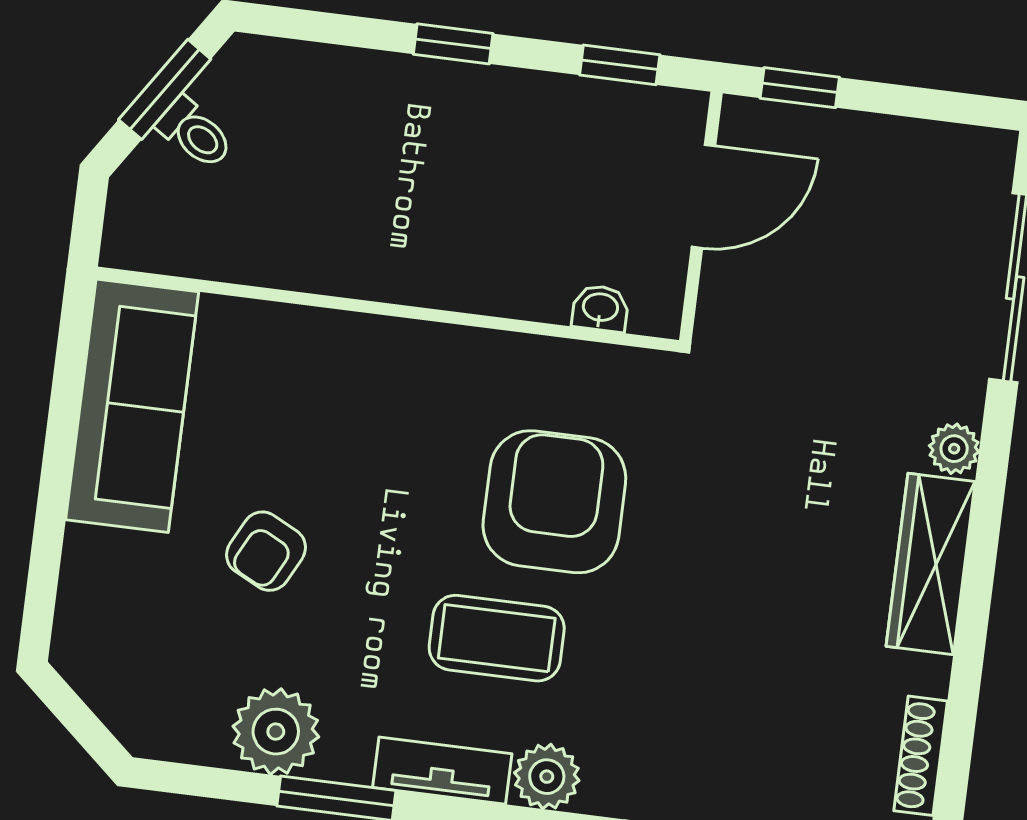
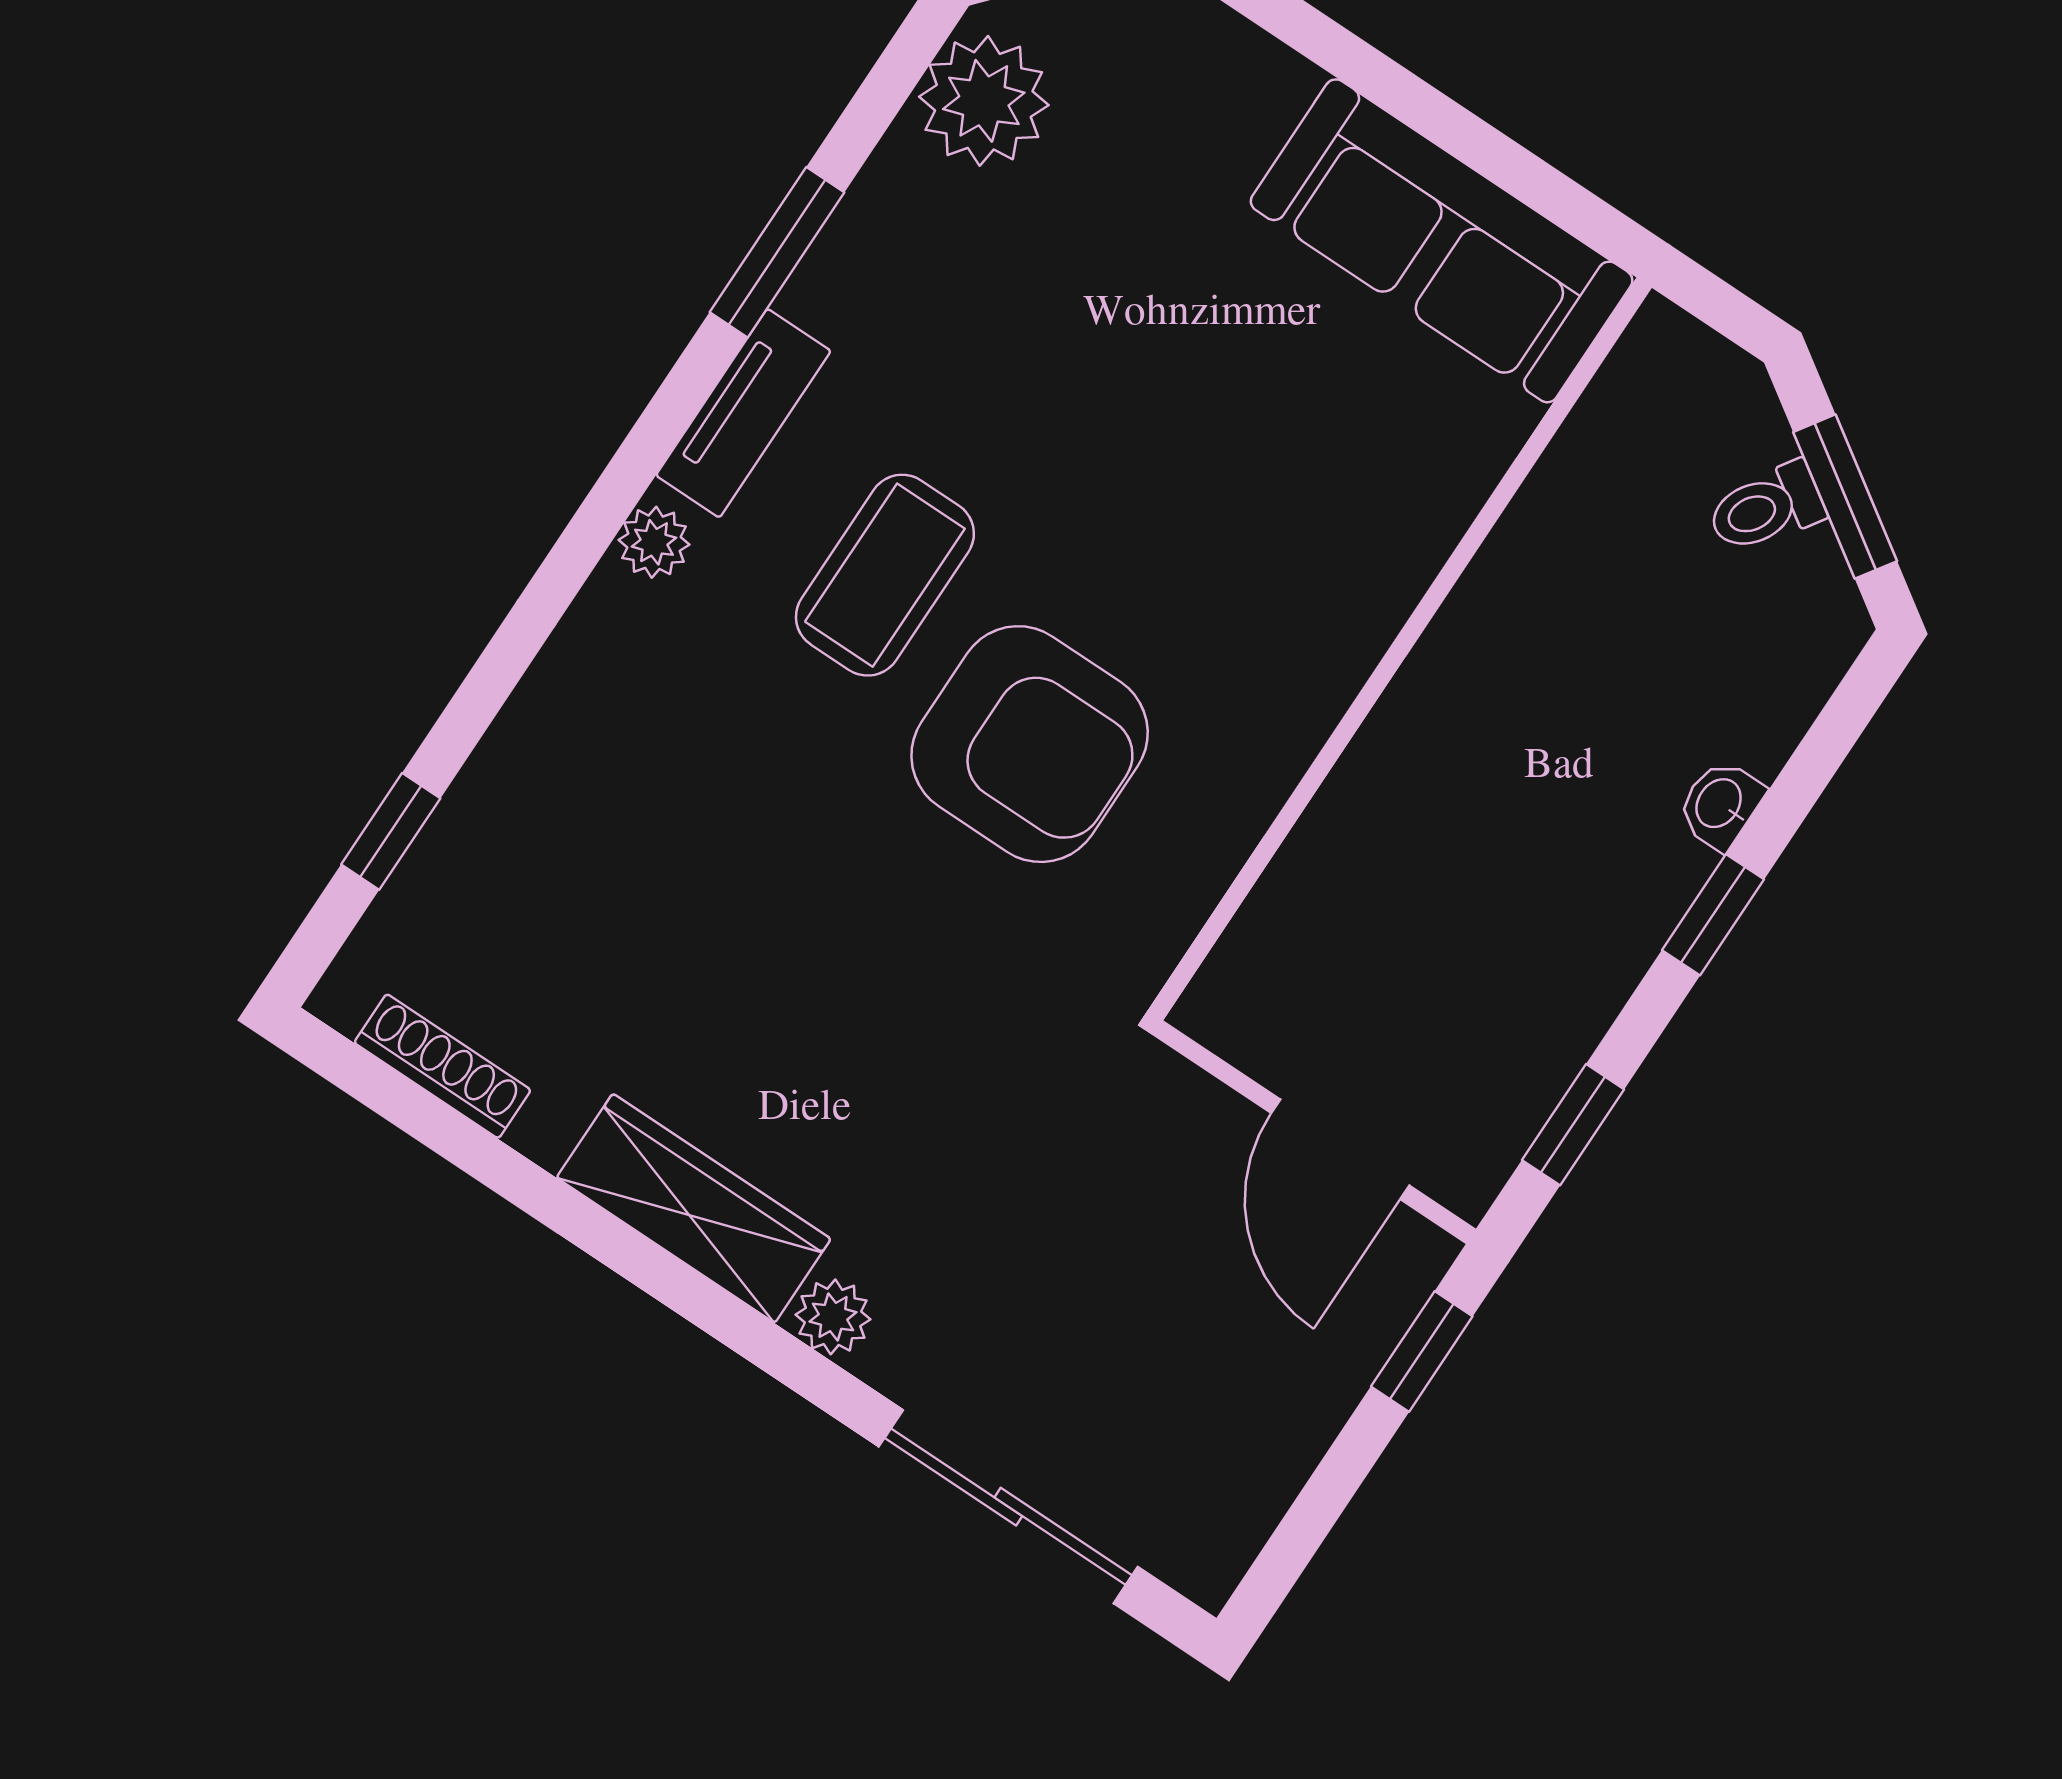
washbasin: (600, 308) -> (1720, 804), moved, turned 180
armchair: (266, 551) -> (1156, 323), removed
plant: (276, 732) -> (984, 101), moved
plant: (547, 777) -> (654, 542), width x0.73, depth x0.73

